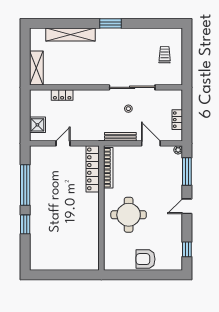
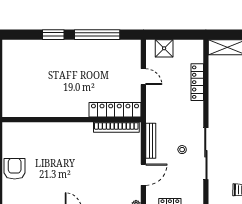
locker: (62, 95) -> (197, 82), width x1.53
round table: (129, 215) -> (64, 150), removed

